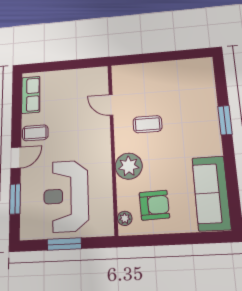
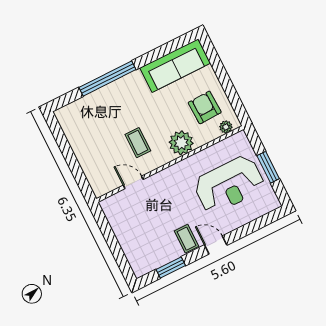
row of seats: (31, 95) -> (153, 261), removed
door: (111, 105) -> (133, 182), swing flipped
window: (225, 120) -> (107, 79), width x2.11
window: (15, 199) -> (171, 268), moved

